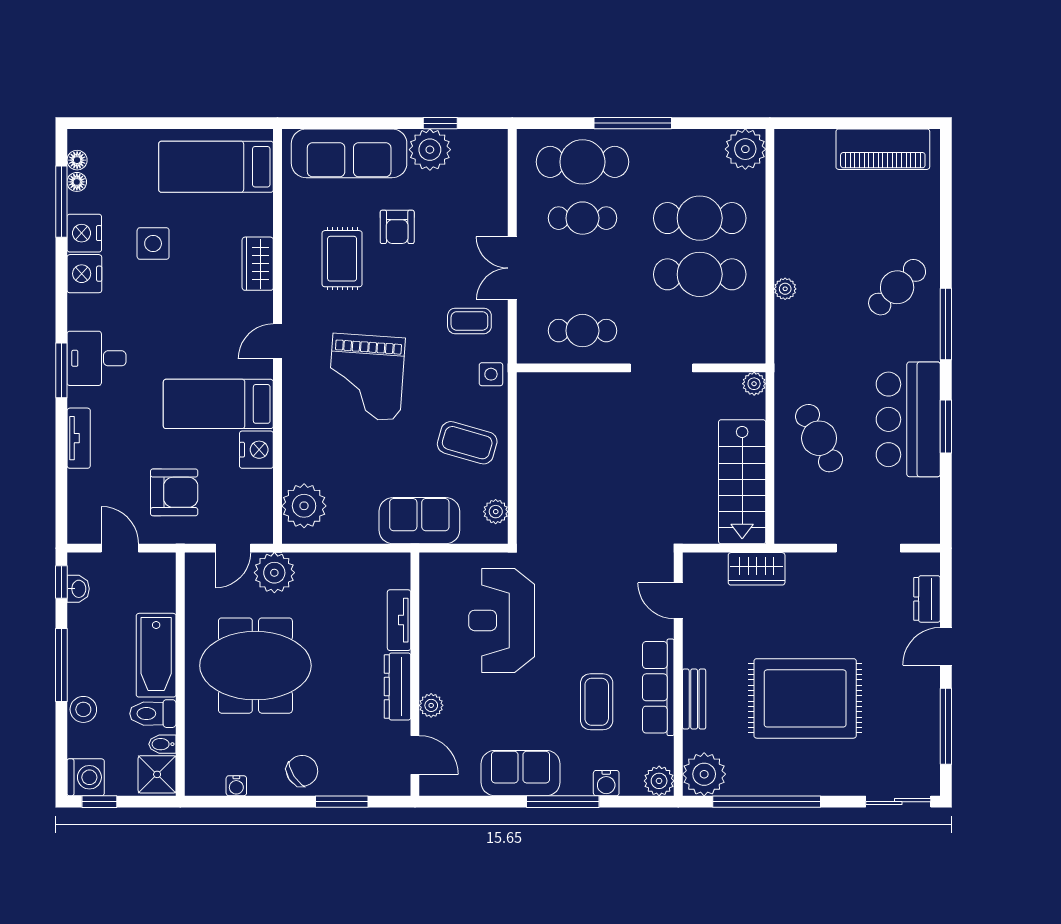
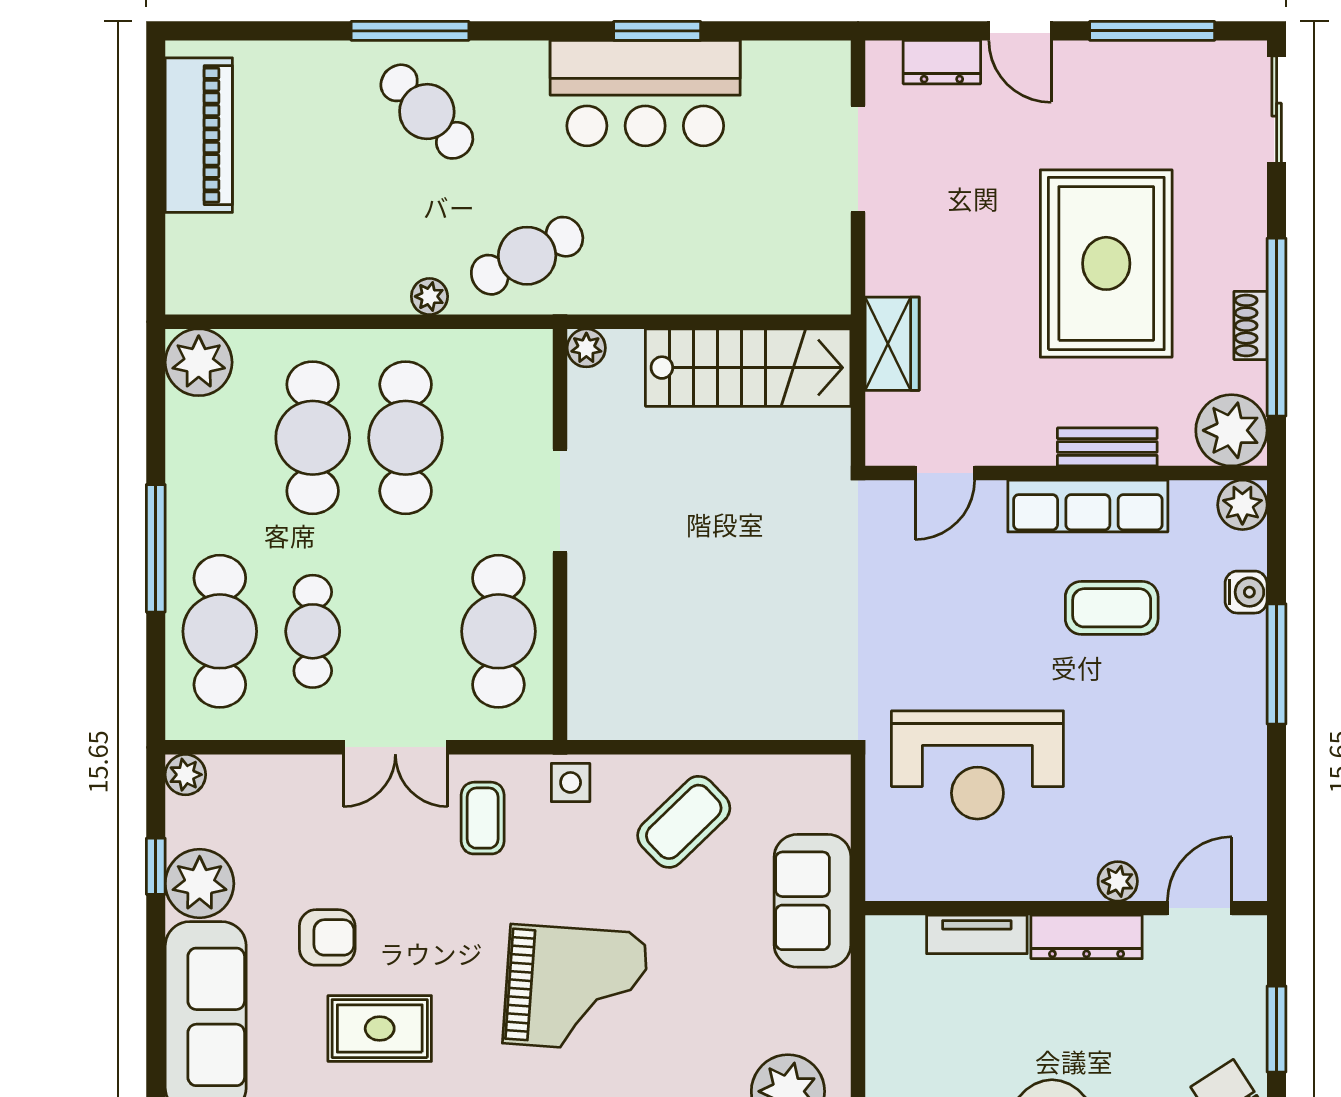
window: (946, 324) -> (410, 31), moved
cafe table: (582, 331) -> (498, 631), width x1.37, depth x1.35
cafe table: (819, 438) -> (527, 256), moved
coffee table: (467, 443) -> (684, 822), turned 30
plant: (496, 512) -> (185, 775), moved
sofa: (521, 773) -> (1229, 734), removed
shoe rack: (768, 786) -> (1250, 325), added

